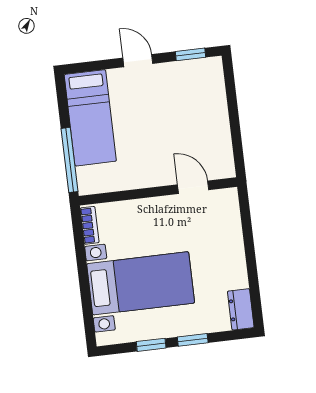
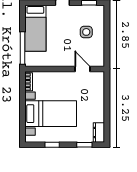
side table: (192, 113) -> (86, 32), added
window: (193, 340) -> (84, 145), moved

